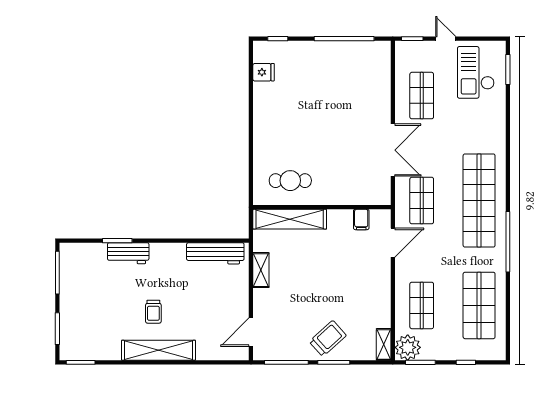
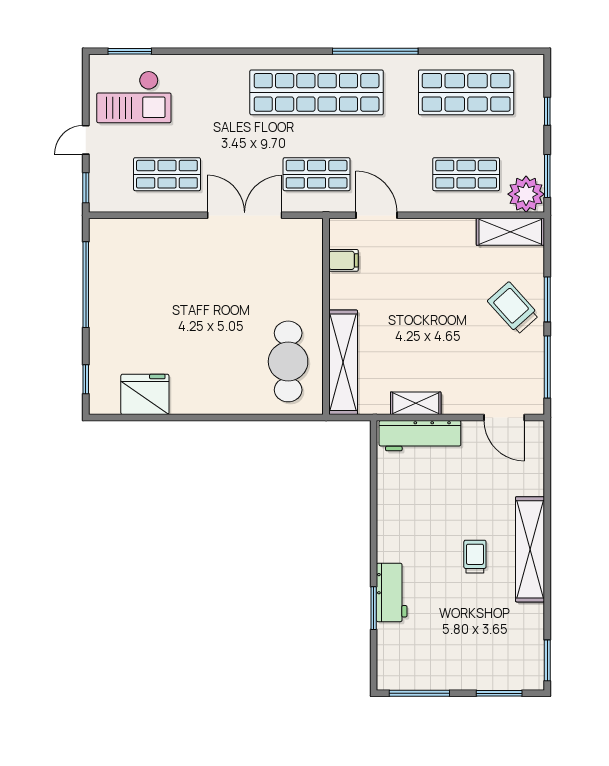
fridge: (264, 72) -> (145, 394), width x1.88, depth x1.34
cafe table: (290, 181) -> (288, 361), width x1.37, depth x1.35
workbench: (215, 253) -> (420, 436), moved, turned 90
trolley: (153, 312) -> (475, 557), turned -90
shelving: (384, 344) -> (510, 232), width x1.50, depth x1.33

